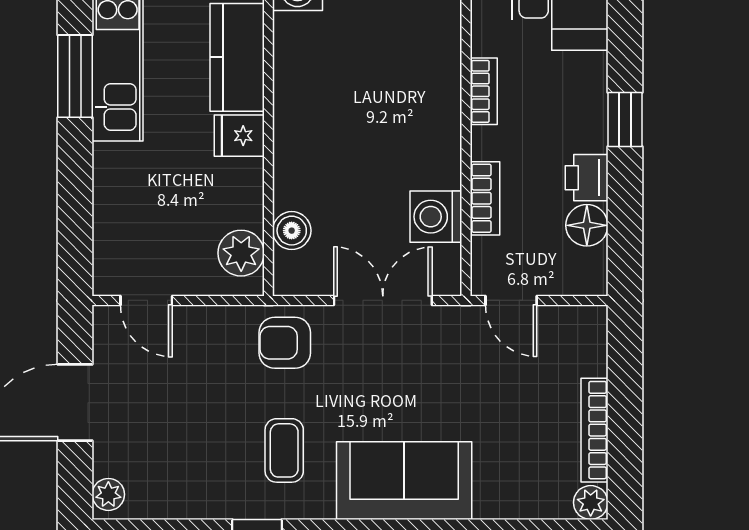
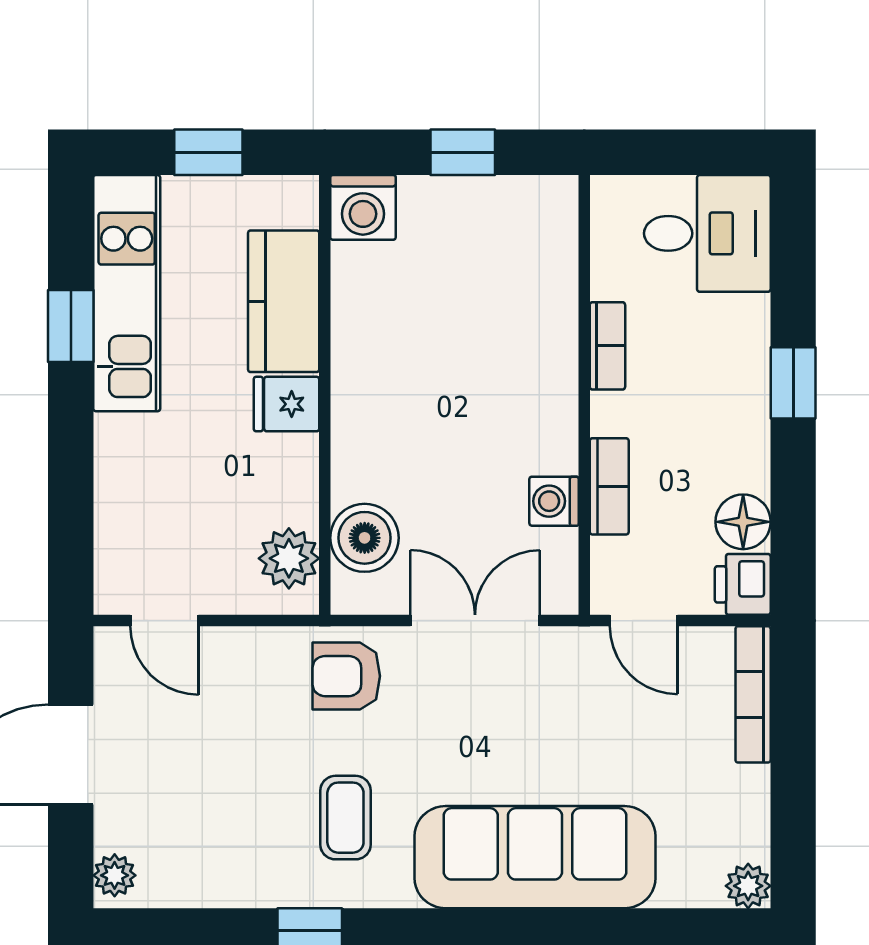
window: (75, 76) -> (71, 326), width x0.67
printer: (587, 178) -> (743, 584), moved
washing machine: (436, 217) -> (554, 501), width x0.73, depth x0.73
boiler: (292, 231) -> (365, 538), width x1.36, depth x1.36
bookcase: (594, 430) -> (753, 694), moved
sofa: (404, 481) -> (535, 857), width x1.36

